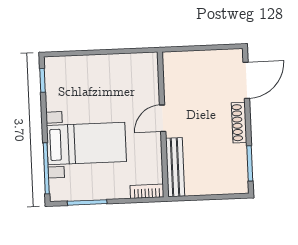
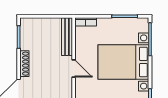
door: (163, 118) -> (74, 69), hinge flipped
bed with nightstands: (86, 144) -> (123, 62), width x1.36

